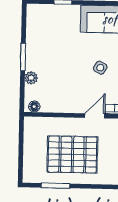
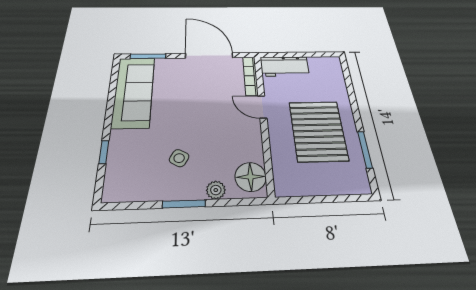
side table: (100, 68) -> (179, 158), moved
floor lamp: (34, 107) -> (251, 177), width x1.89, depth x1.89

